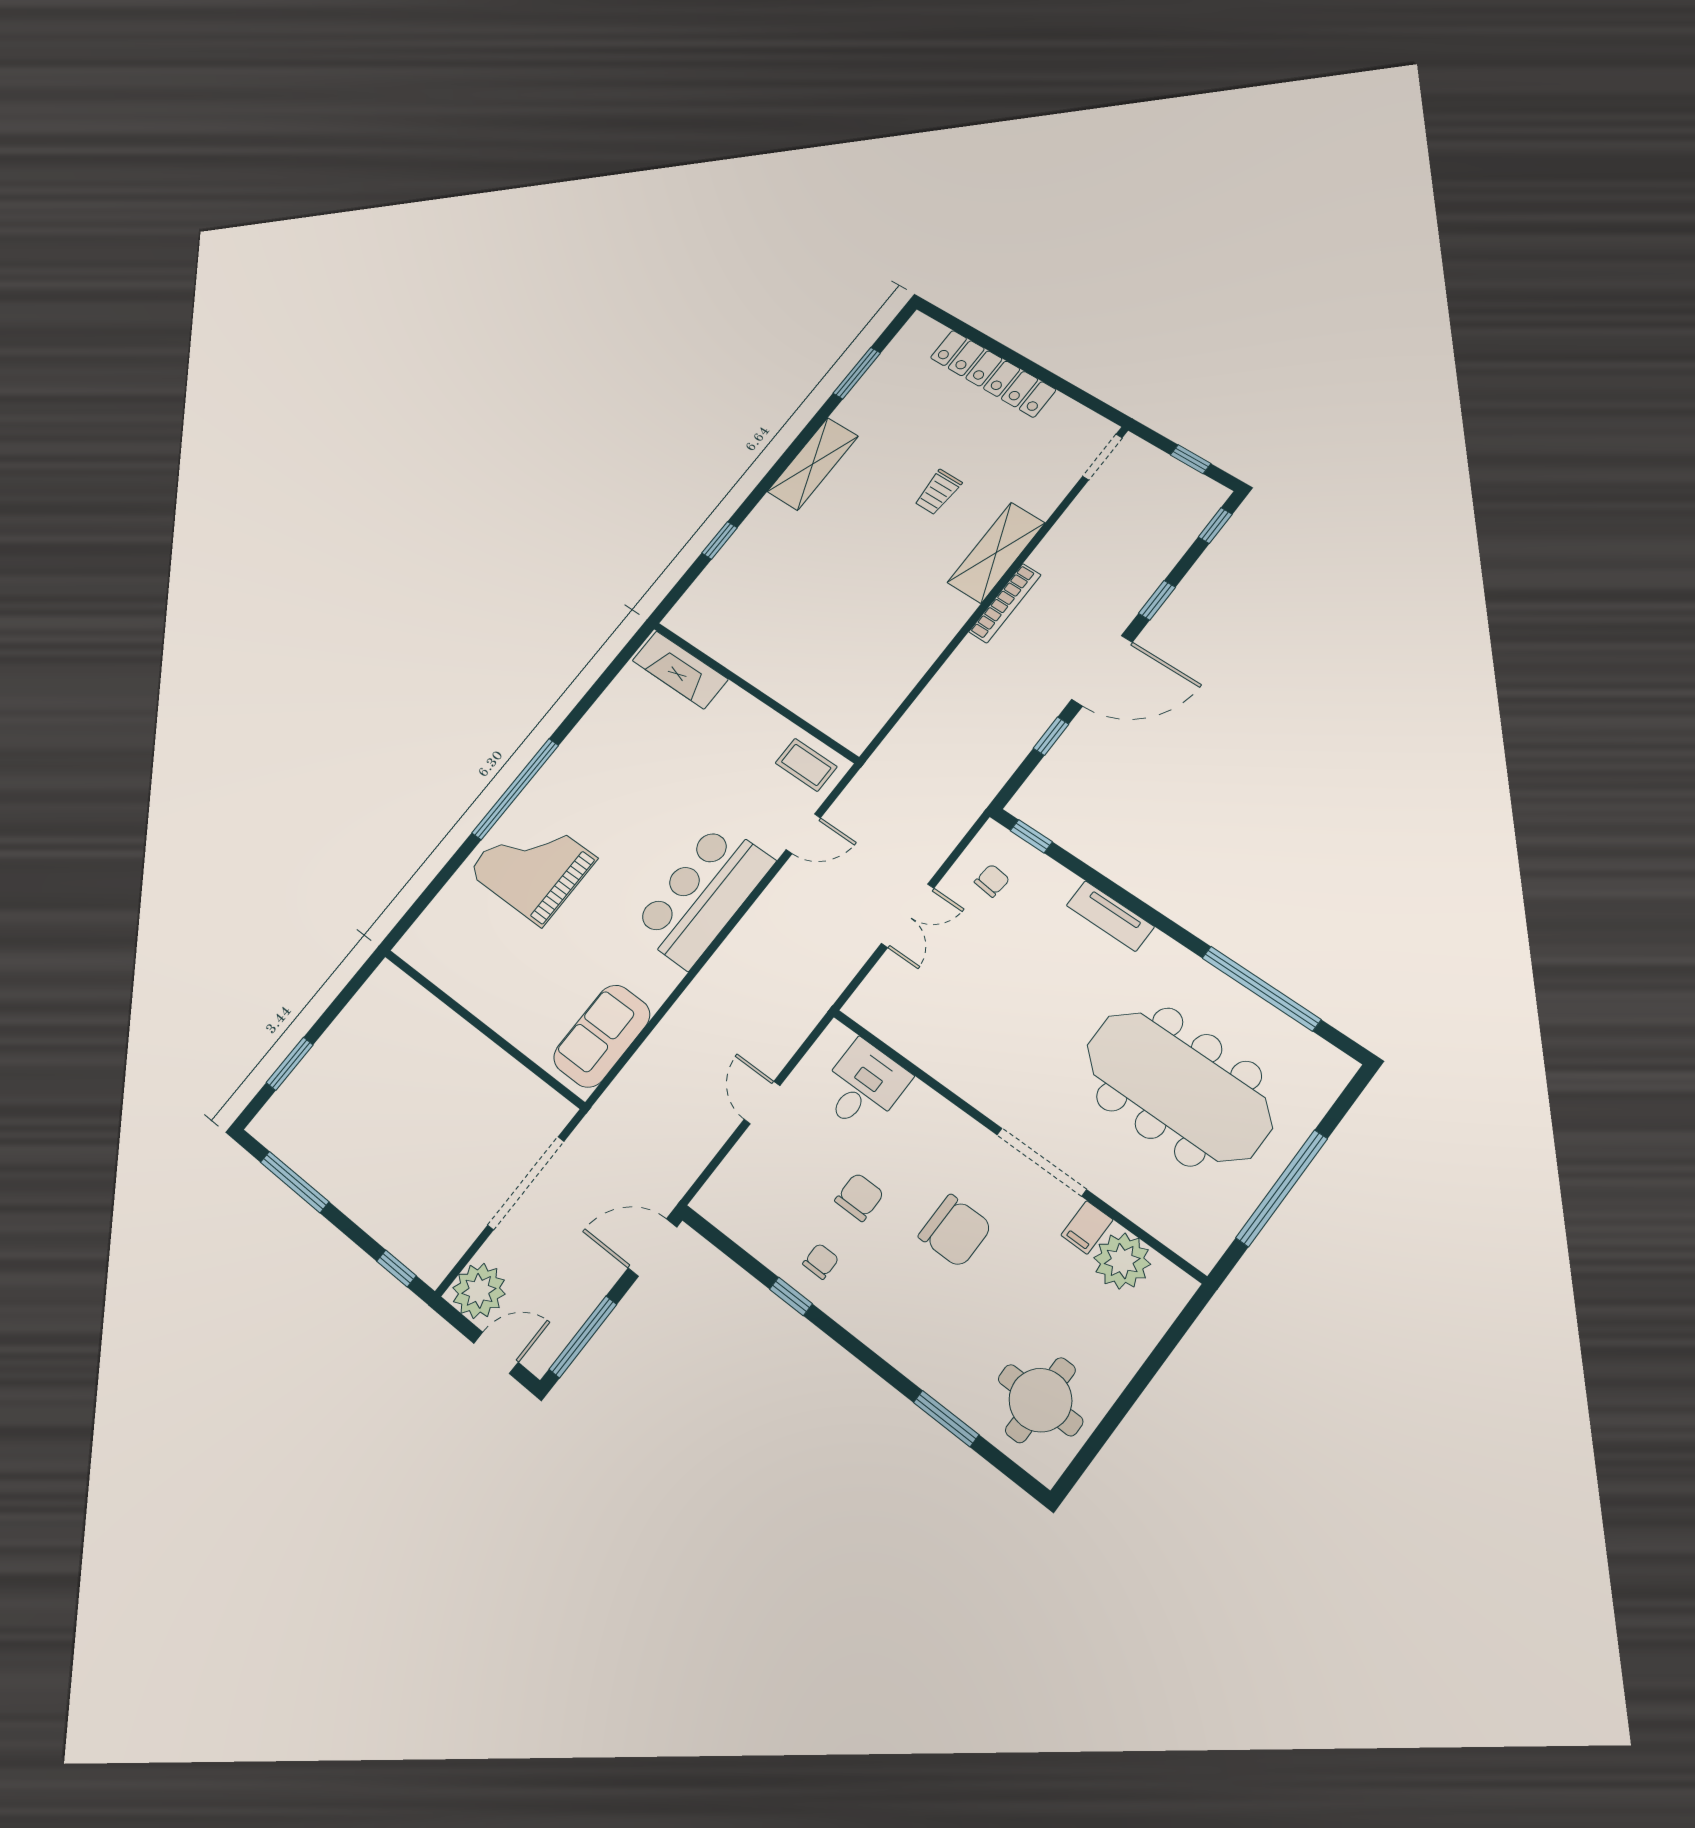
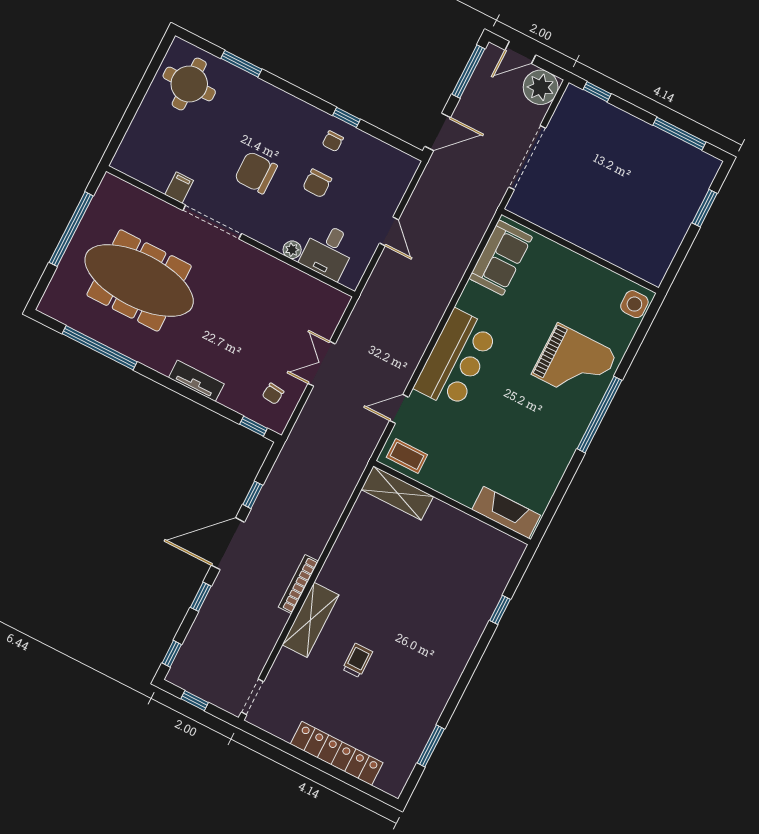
shelving: (813, 464) -> (397, 493), moved, turned 90
side table: (426, 939) -> (634, 304), added
plant: (1122, 1261) -> (292, 250), moved, width x0.53, depth x0.53

